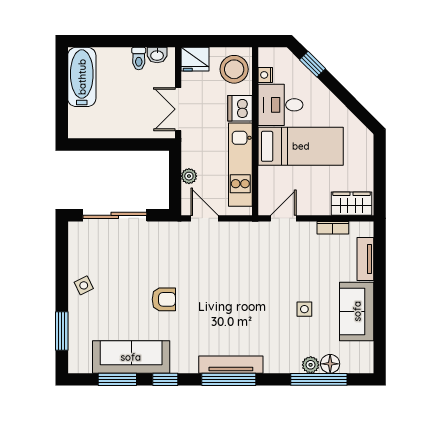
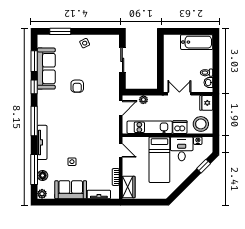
sliding door: (115, 215) -> (122, 60), width x0.73
tv unit: (231, 365) -> (42, 142), moved
plant: (311, 365) -> (42, 194), moved

